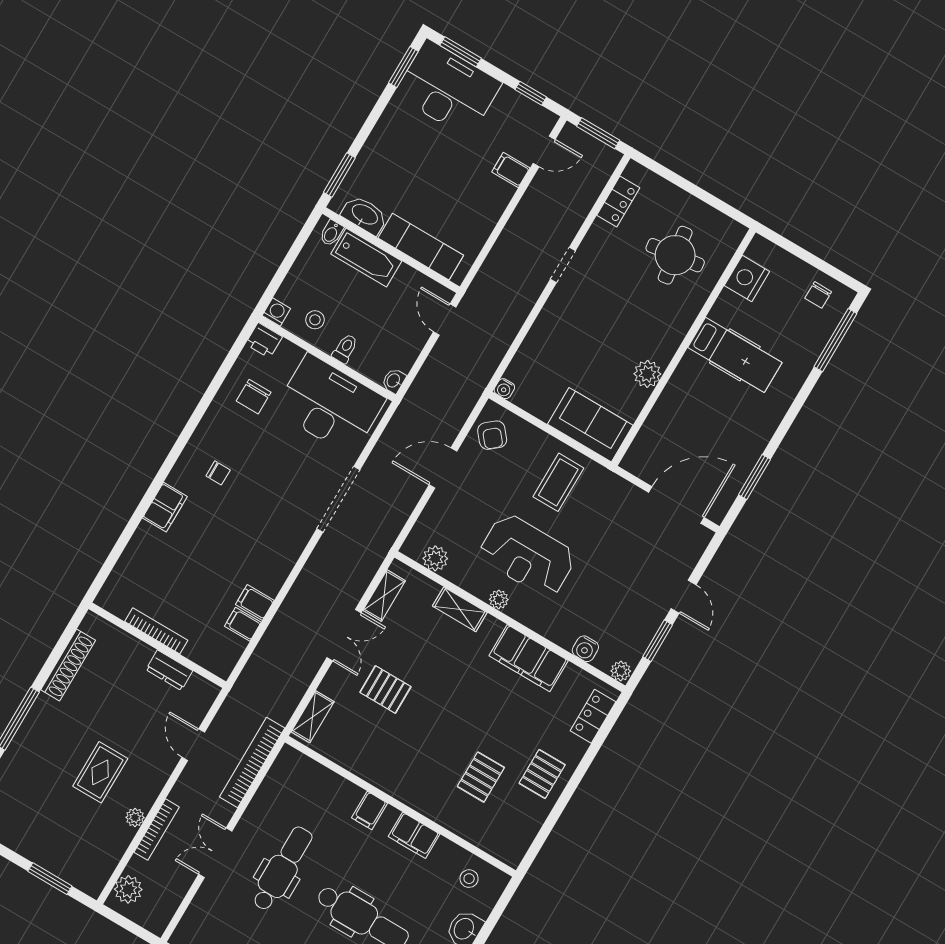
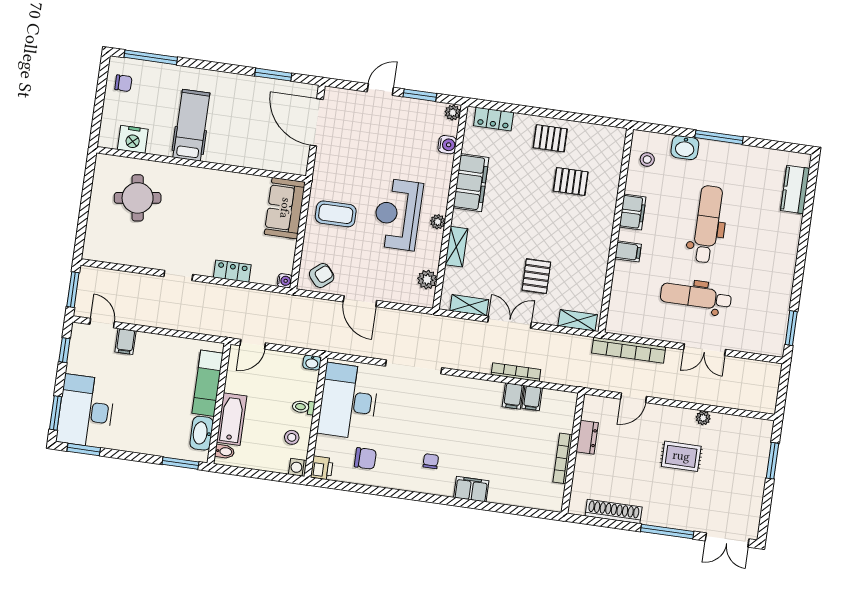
locker: (618, 202) -> (232, 271), moved
plant: (647, 374) -> (231, 182), removed
reception desk: (527, 556) -> (398, 214), turned 180
bookcase: (157, 830) -> (516, 372), moved
plant: (128, 889) -> (757, 401), removed

